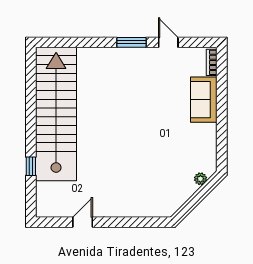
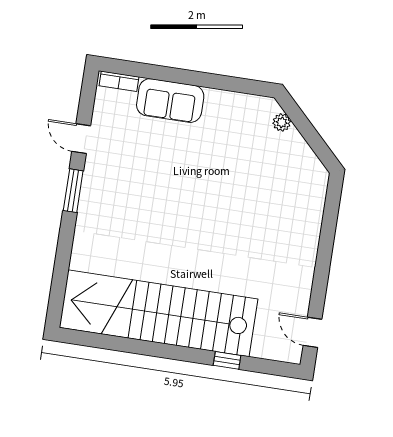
door: (168, 42) -> (81, 139), hinge flipped
door: (83, 222) -> (312, 332), moved

